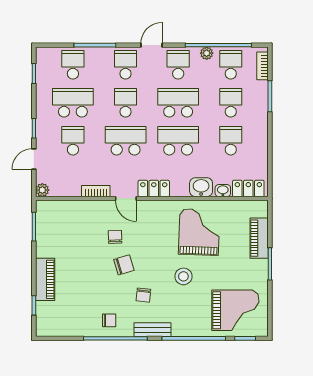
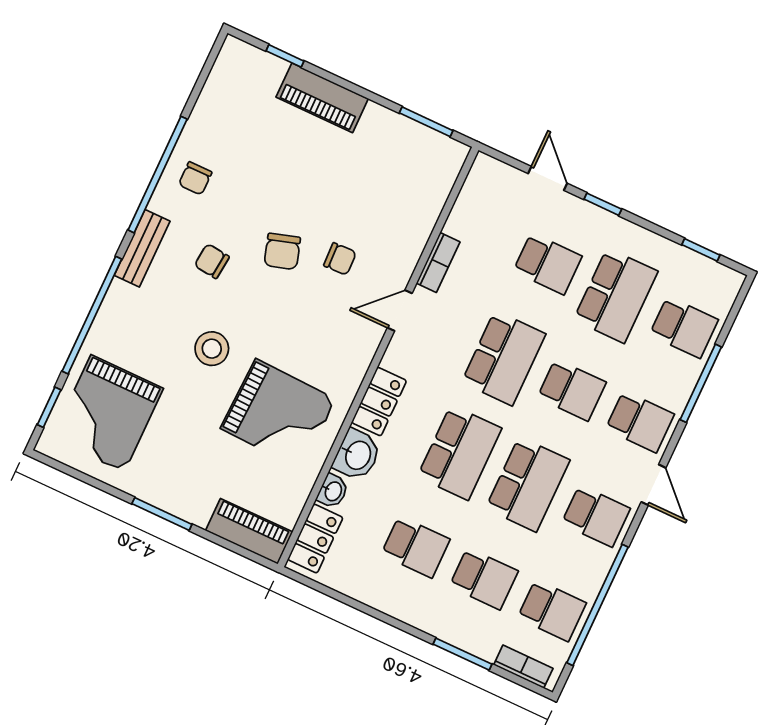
plant: (207, 53) -> (593, 577), removed
locker: (154, 188) -> (379, 402), moved
plant: (42, 190) -> (485, 168), removed
piano: (259, 238) -> (249, 531), moved

